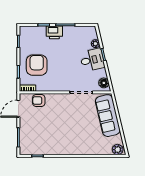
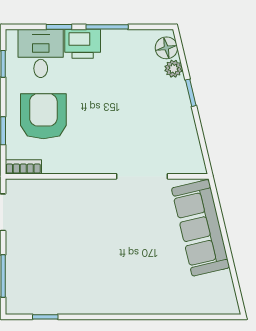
desk: (92, 60) -> (41, 53), moved, turned -77
floor lamp: (104, 83) -> (166, 48), moved
armchair: (39, 101) -> (48, 194), removed
plant: (118, 150) -> (222, 303), removed

